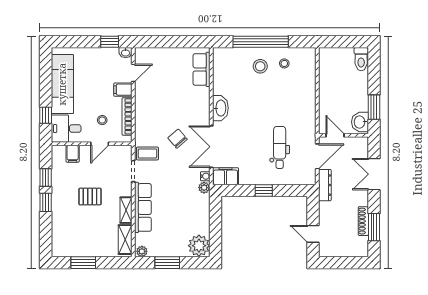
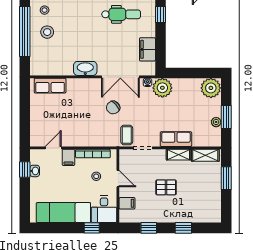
washbasin: (126, 53) -> (35, 171), moved
door: (133, 73) -> (53, 148), hinge flipped
dental chair: (280, 147) -> (121, 14), turned 180
filing cabinet: (225, 176) -> (147, 49), moved
plant: (204, 188) -> (162, 88), width x1.88, depth x1.88
window: (264, 190) -> (160, 15), moved
pallet: (90, 197) -> (166, 187), turned 90
window: (46, 202) -> (183, 228), moved
row of seats: (143, 207) -> (176, 139), width x0.68
plant: (142, 251) -> (216, 122), moved
window: (83, 263) -> (226, 178), moved

